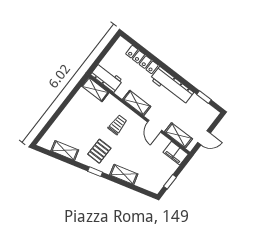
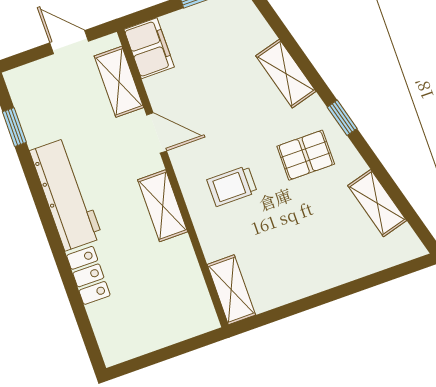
locker: (142, 60) -> (88, 275), width x0.66
workbench: (107, 78) -> (191, 299), removed
door: (155, 126) -> (157, 133), hinge flipped

